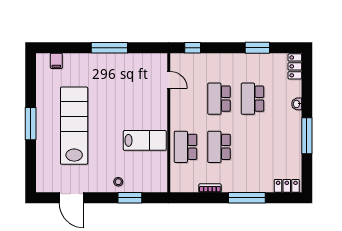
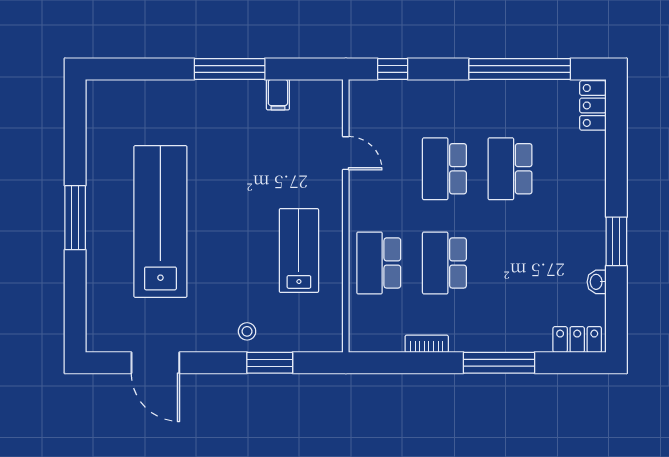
window: (257, 48) -> (520, 69), width x2.11
filing cabinet: (56, 61) -> (278, 95), moved
door: (169, 80) -> (346, 153), moved
washbasin: (297, 104) -> (597, 282), moved
window: (307, 136) -> (616, 241), width x0.69
lab bench: (145, 140) -> (299, 250), turned -90

